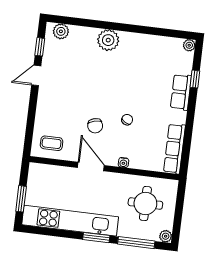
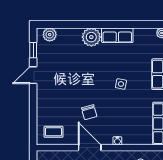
row of seats: (138, 42) -> (117, 35), added
side table: (136, 98) -> (121, 84), added
chair: (127, 120) -> (116, 104), removed

